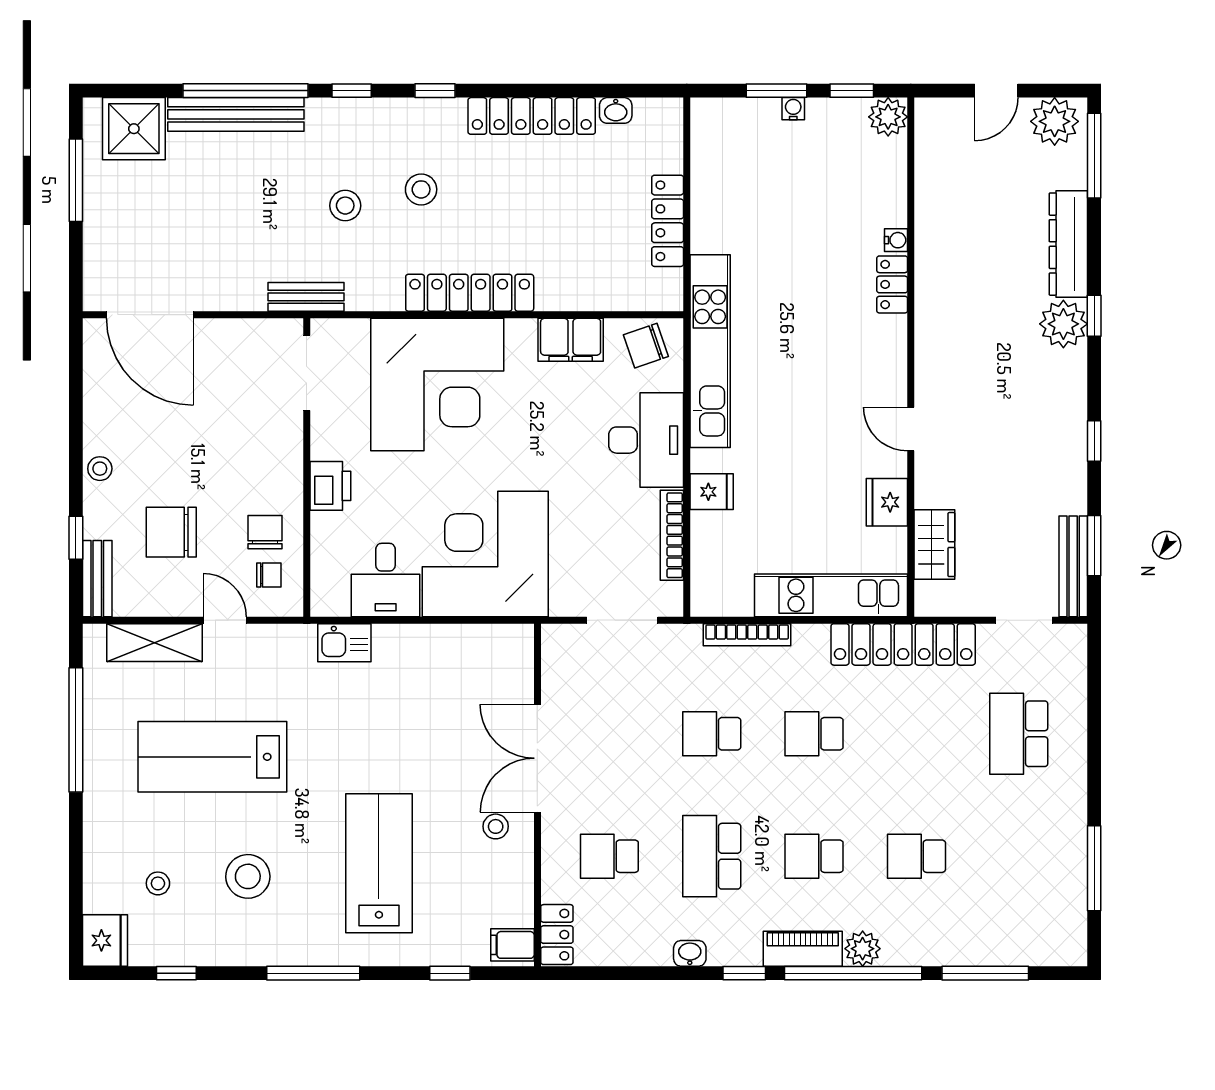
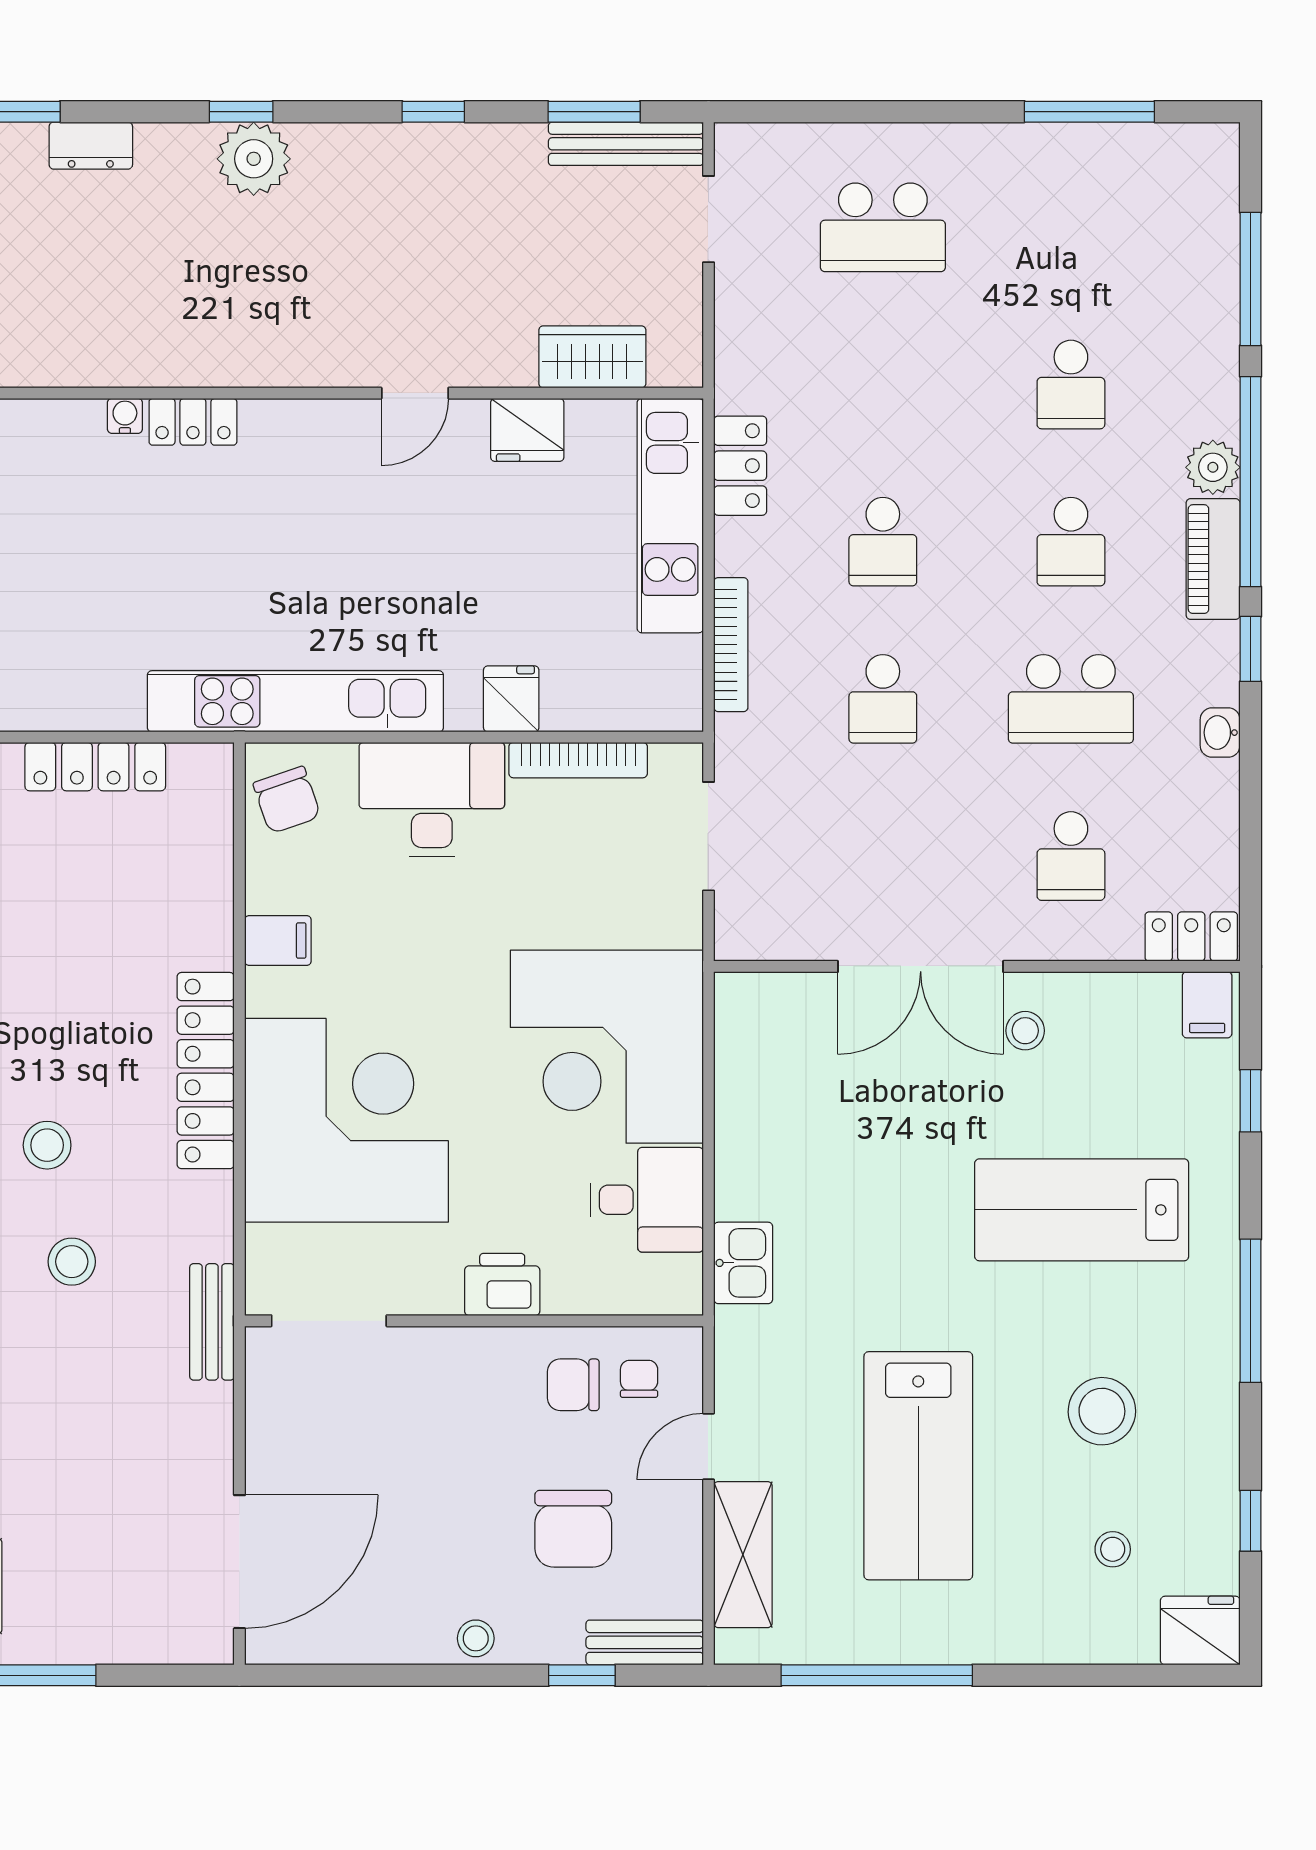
dresser: (1068, 244) -> (91, 146), width x0.51, depth x0.80
filing cabinet: (571, 340) -> (278, 940), width x0.50
locker: (903, 644) -> (740, 466), width x0.46, depth x0.83

